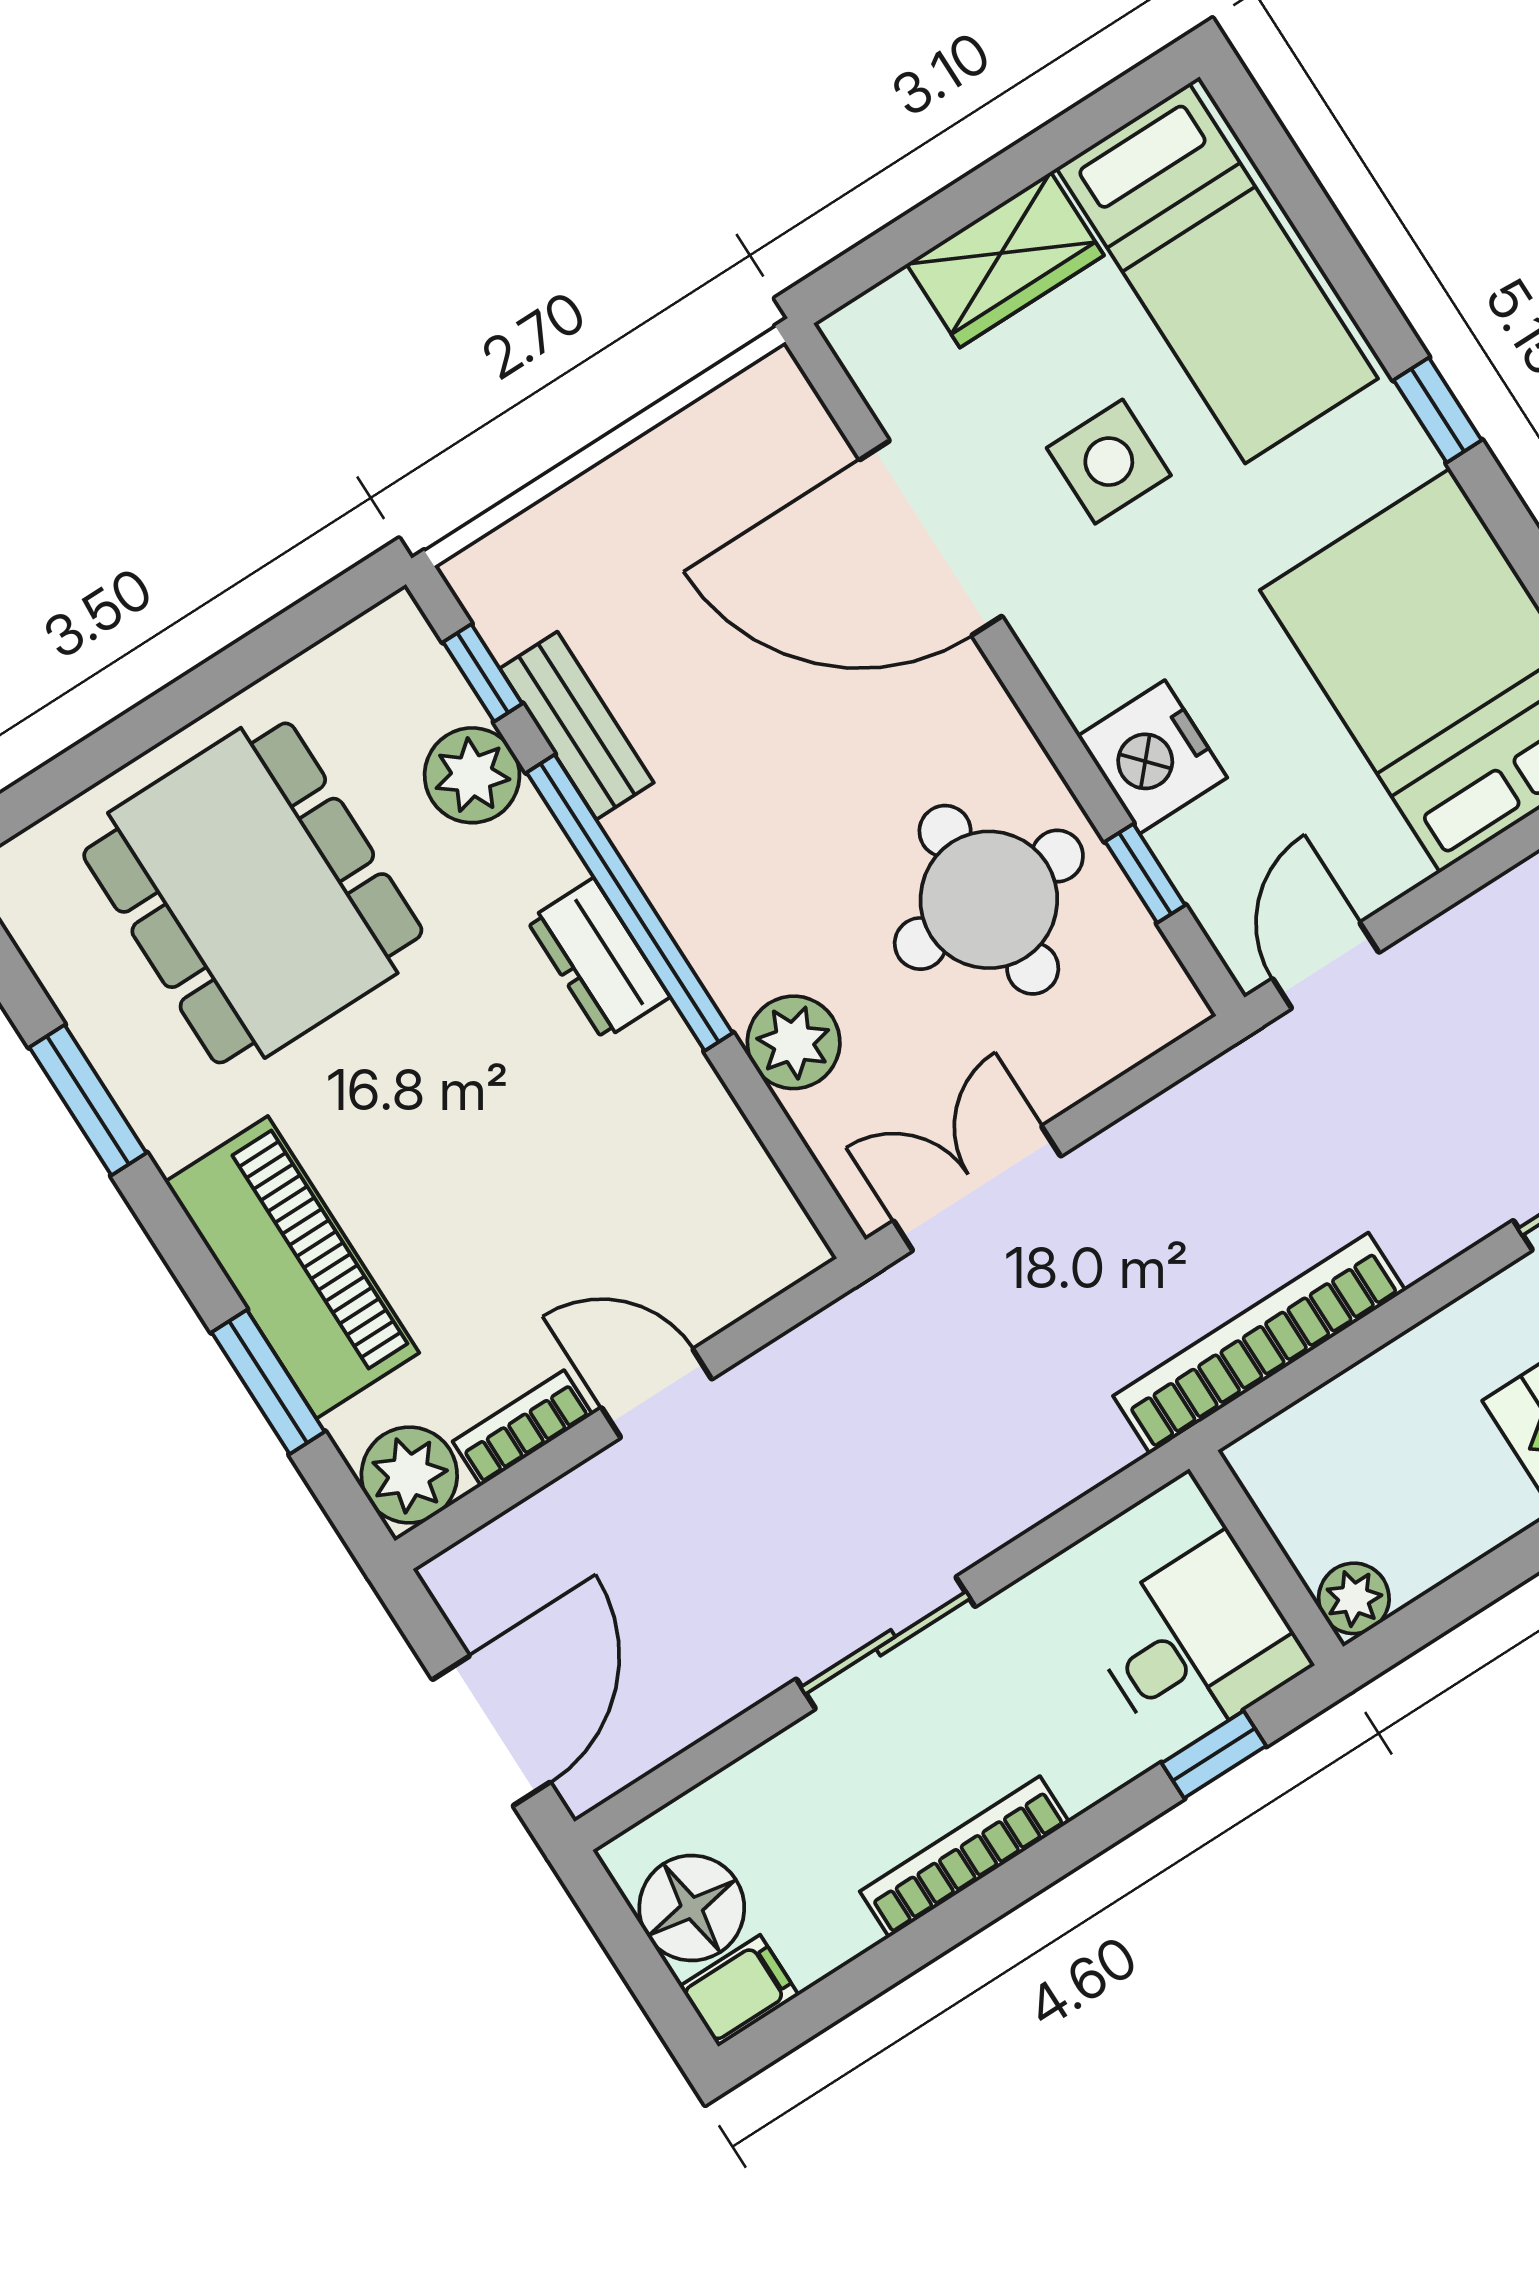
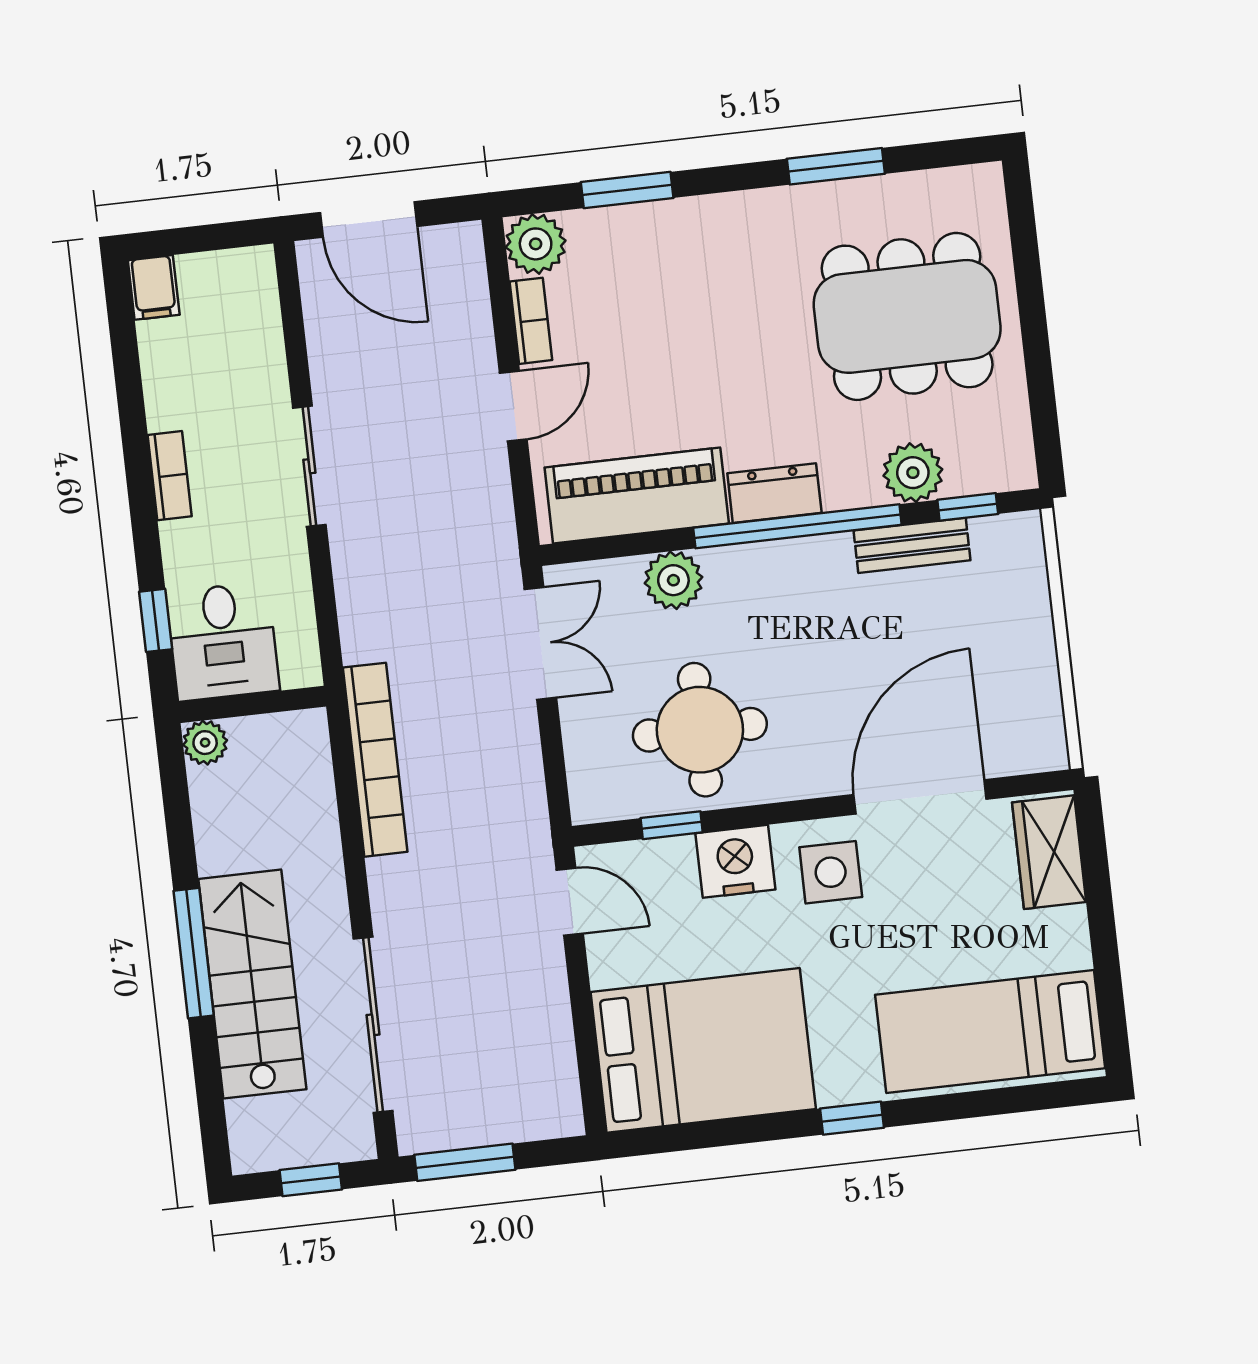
wardrobe: (1005, 260) -> (1049, 852), moved
side table: (1109, 462) -> (831, 872), moved
piano: (292, 1267) -> (637, 495), moved, turned 180
bookcase: (965, 1857) -> (170, 476), width x0.64
floor lamp: (692, 1908) -> (213, 284), removed

